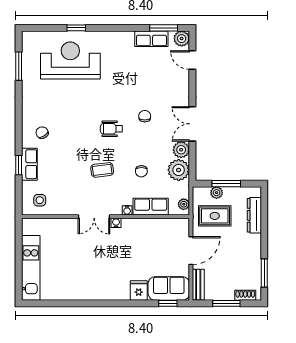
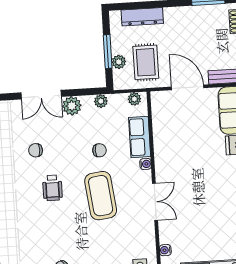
coffee table: (102, 170) -> (101, 196), width x1.86, depth x1.72
plant: (179, 170) -> (101, 101), width x0.53, depth x0.53
water cooler: (116, 223) -> (165, 250), moved

